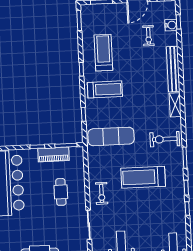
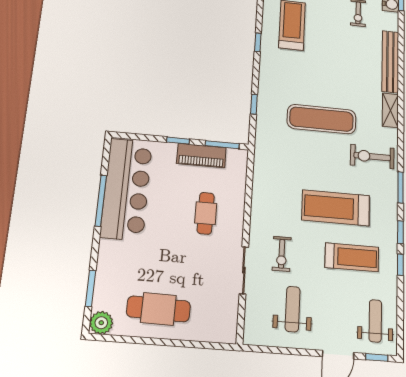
treadmill: (105, 89) -> (352, 257), moved
exercise mat: (111, 136) -> (322, 119), moved
exercise bike: (102, 193) -> (282, 254), moved

